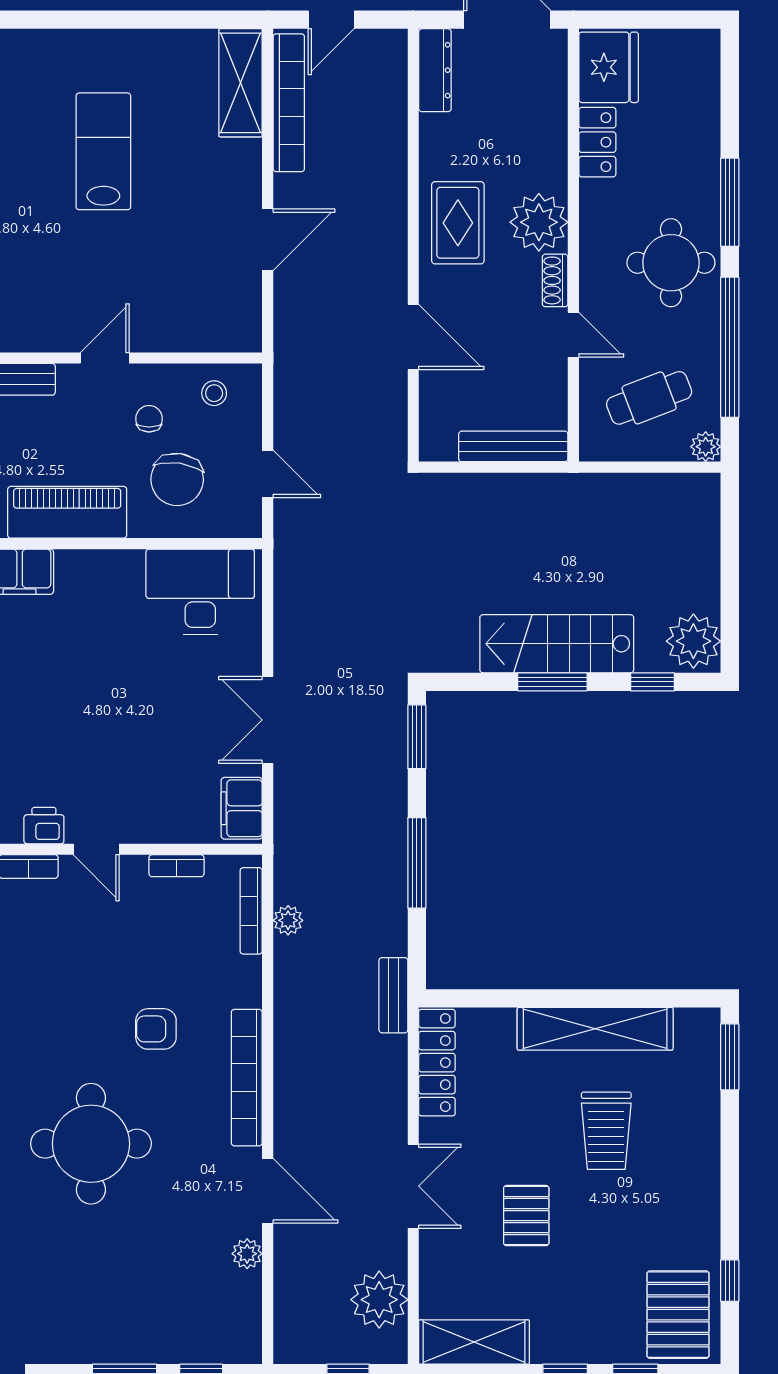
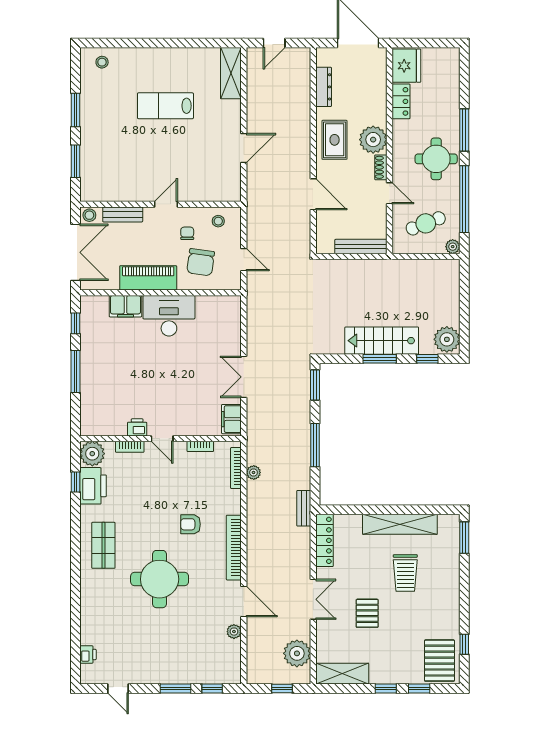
dresser: (435, 70) -> (324, 87), moved
bookcase: (289, 103) -> (254, 83), removed
lab bench: (103, 151) -> (165, 106), turned -90
desk: (200, 592) -> (169, 316), moved

